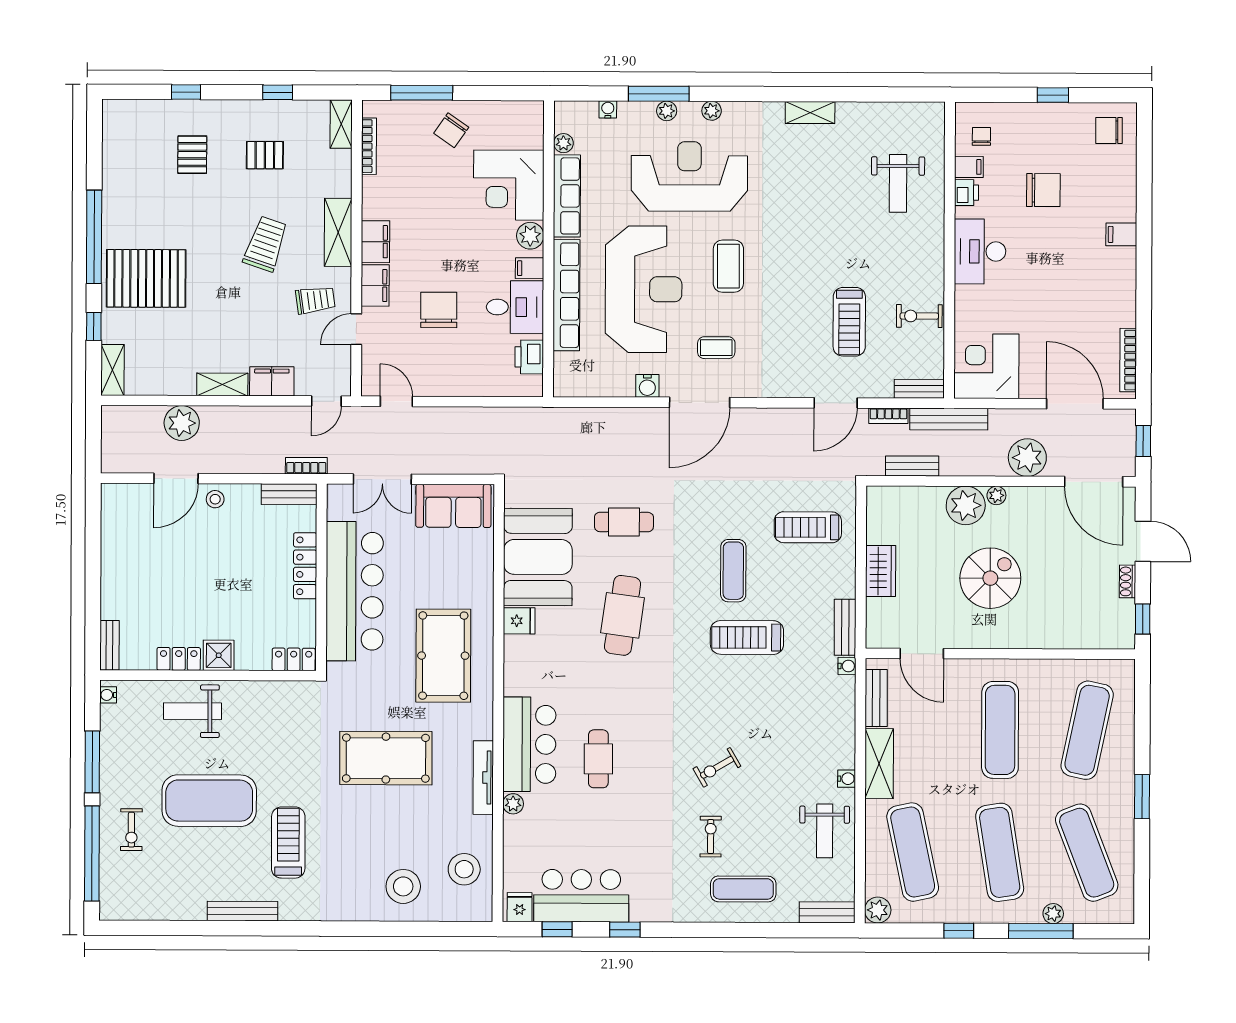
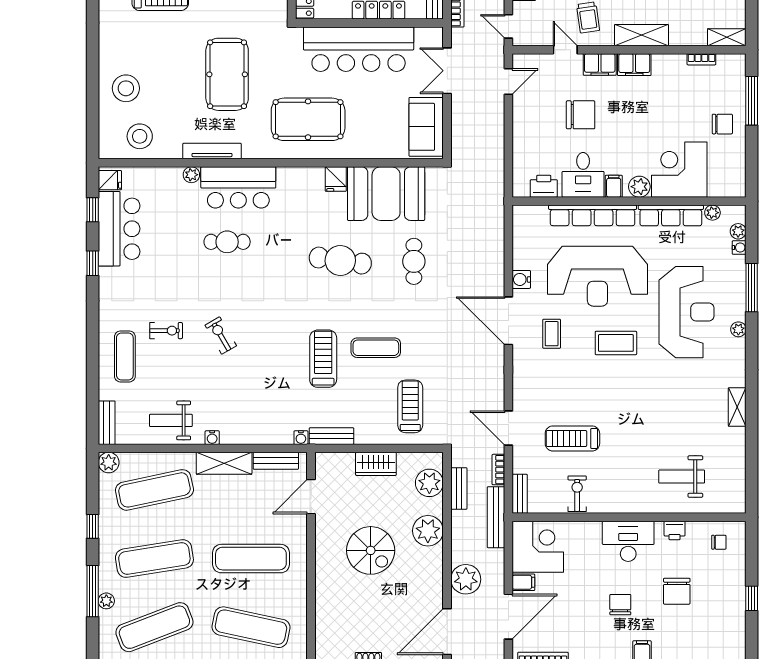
plant: (667, 111) -> (738, 231), moved
chair: (451, 130) -> (722, 124), turned 145
chair: (1109, 130) -> (620, 605), moved
bookcase: (369, 146) -> (701, 59), width x0.64
filing cabinet: (969, 167) -> (523, 582), moved, turned -90
plant: (996, 495) -> (429, 483), moved, width x1.88, depth x1.88

